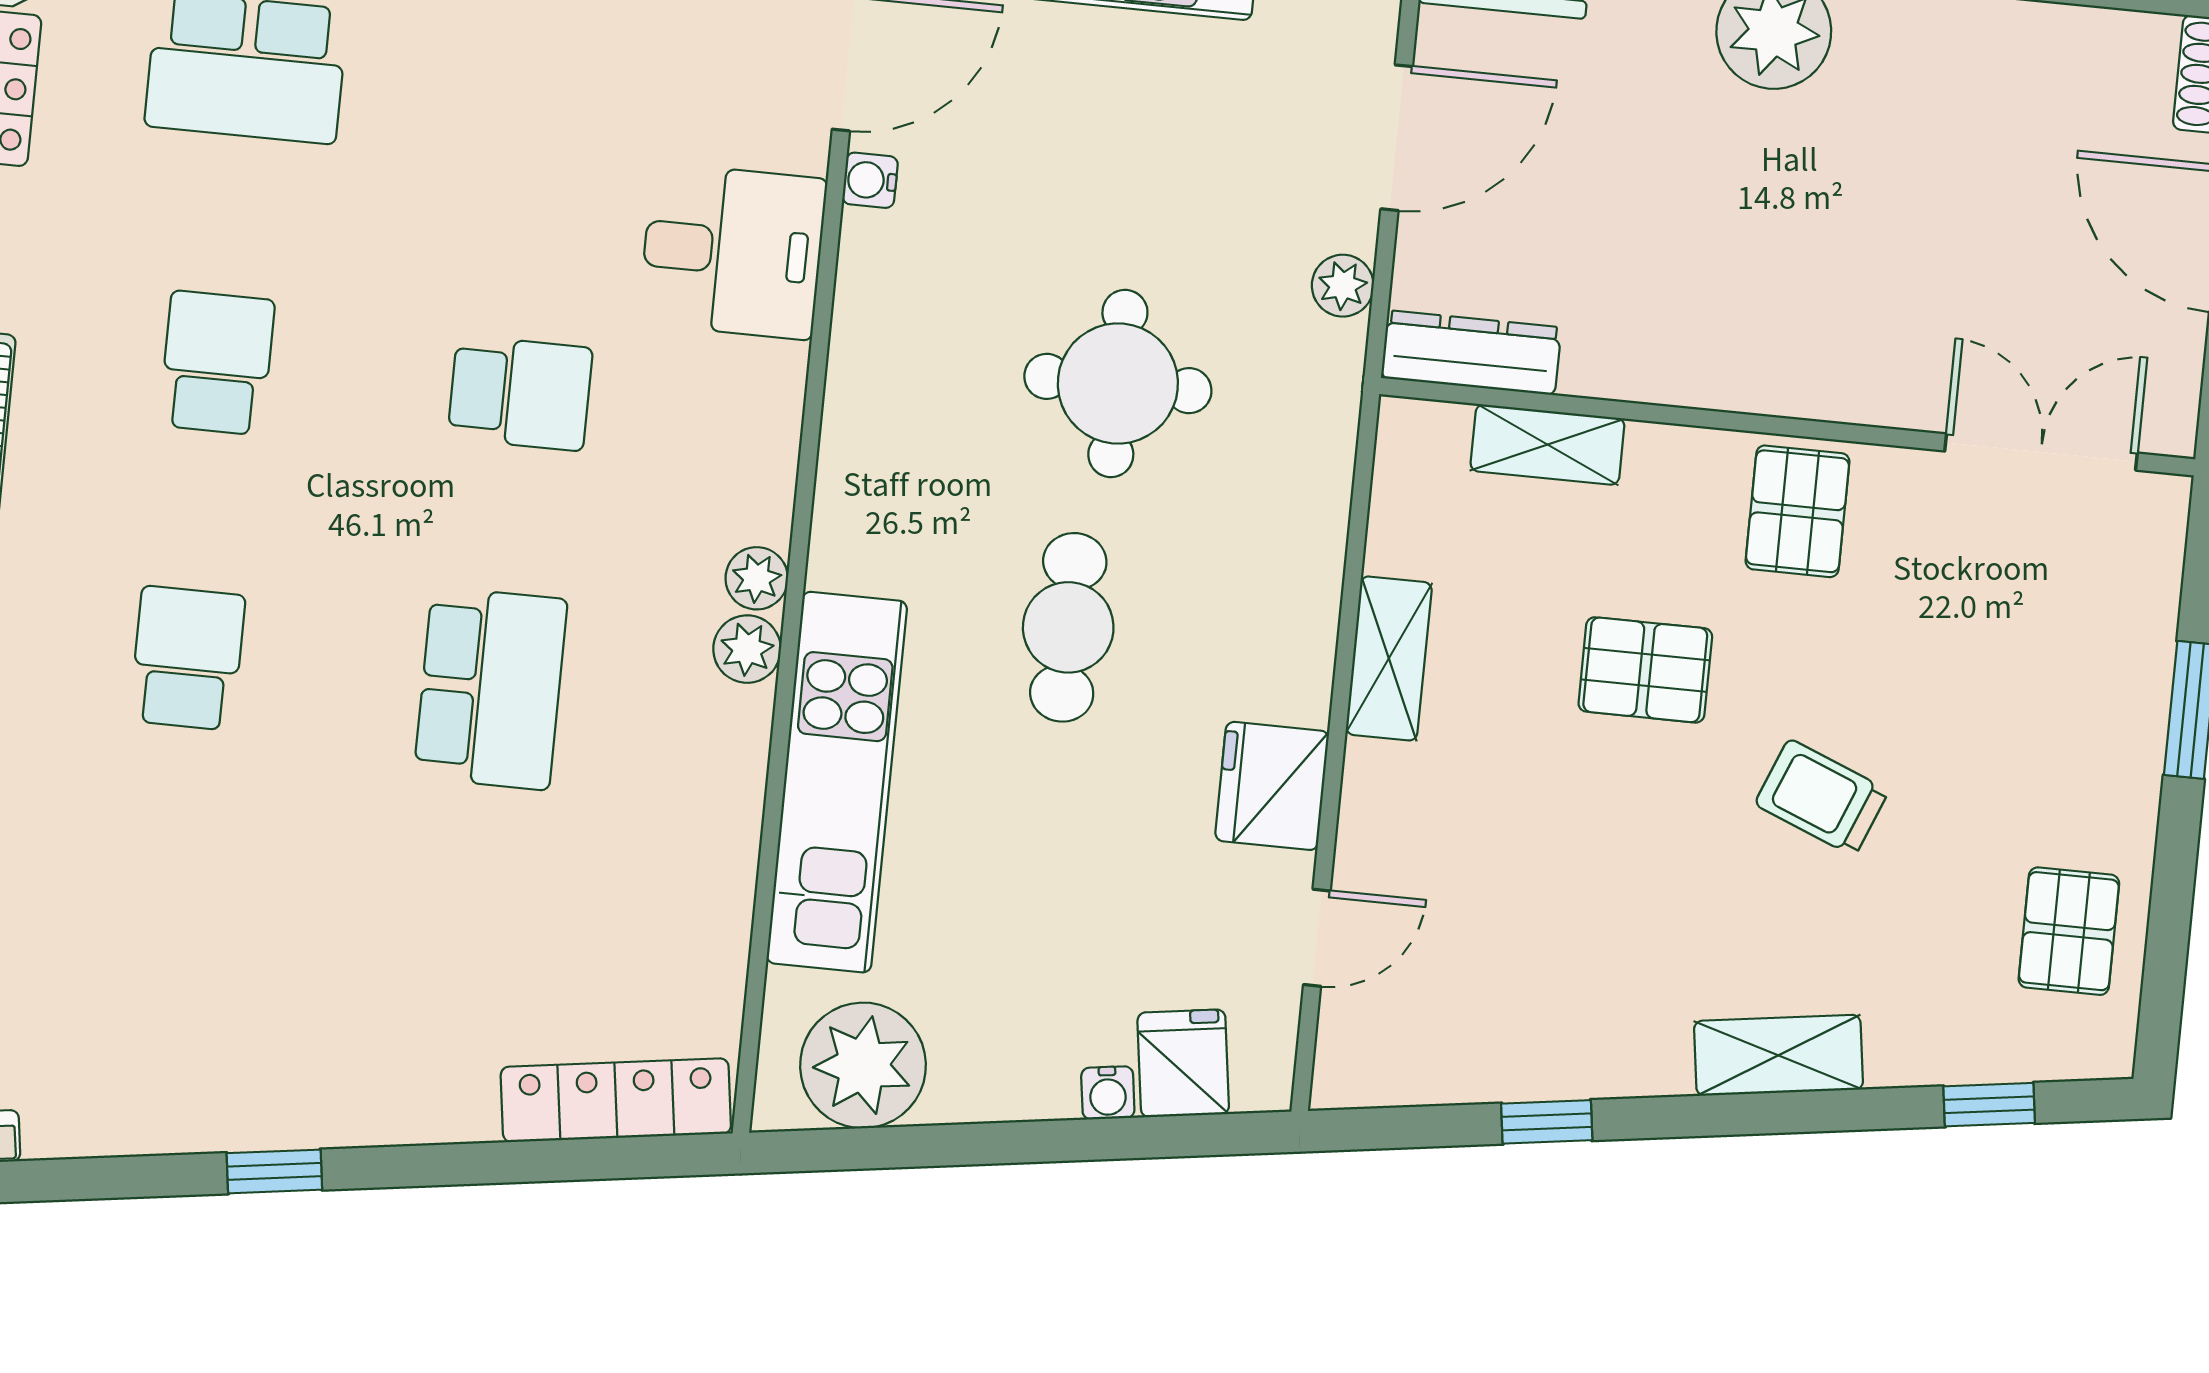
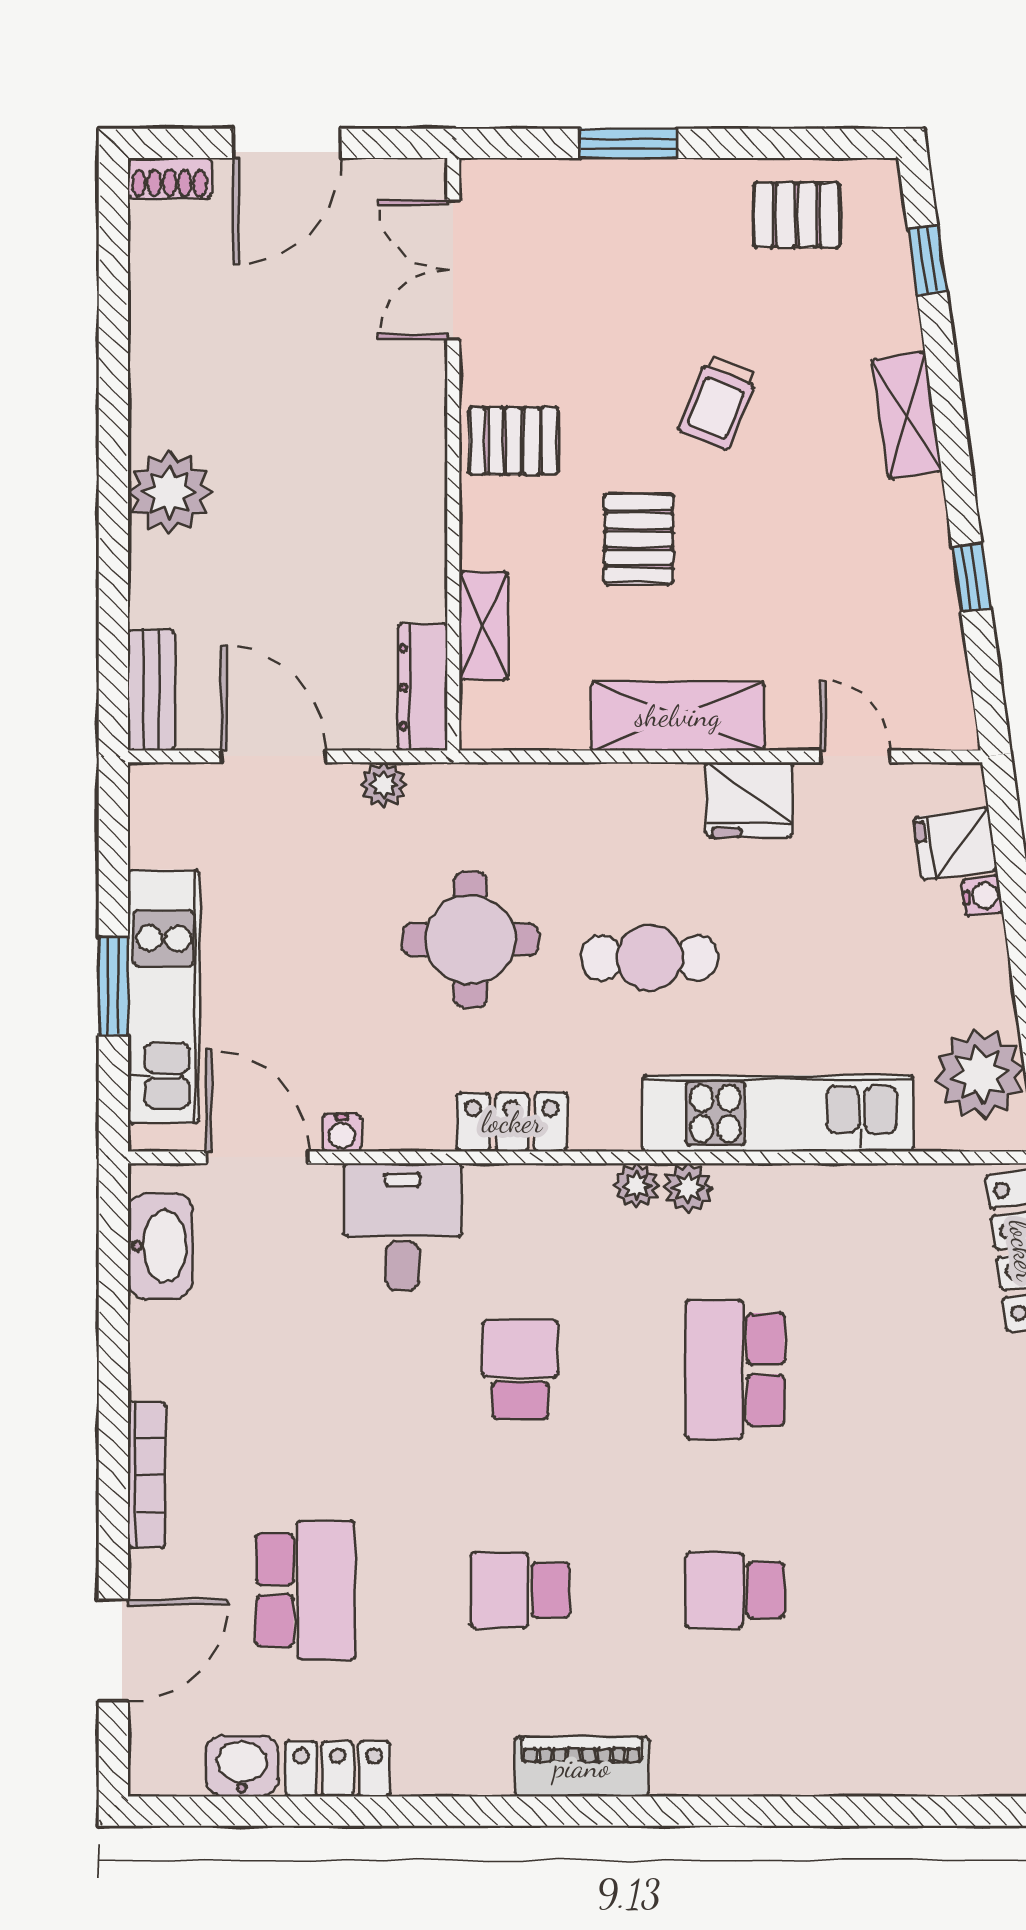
locker: (861, 416) -> (512, 1122), added
shelving: (1389, 658) -> (678, 716), width x1.50, depth x1.33
school desk: (491, 688) -> (735, 1370), turned -90

